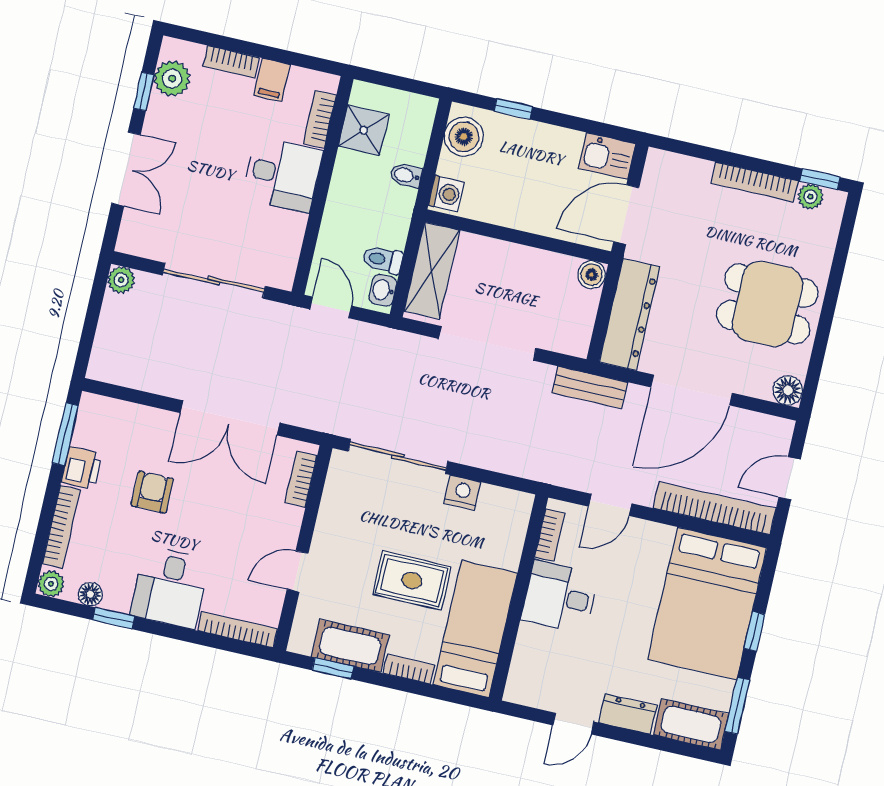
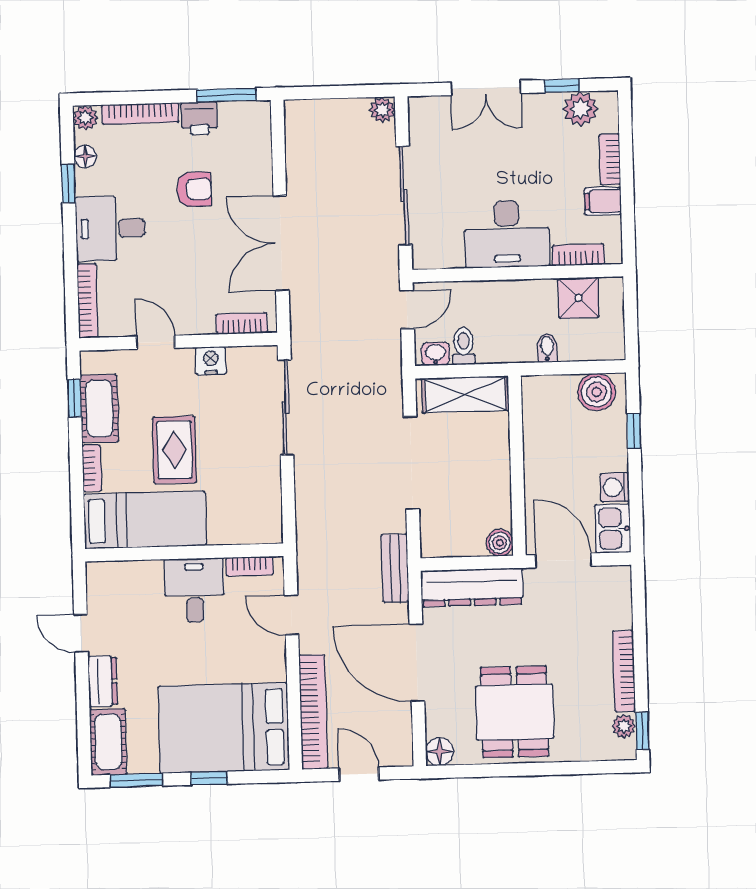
desk: (283, 174) -> (507, 234), width x1.37
washing machine: (446, 194) -> (615, 487), moved, turned 90
nightstand: (462, 493) -> (211, 361), moved, turned -90

